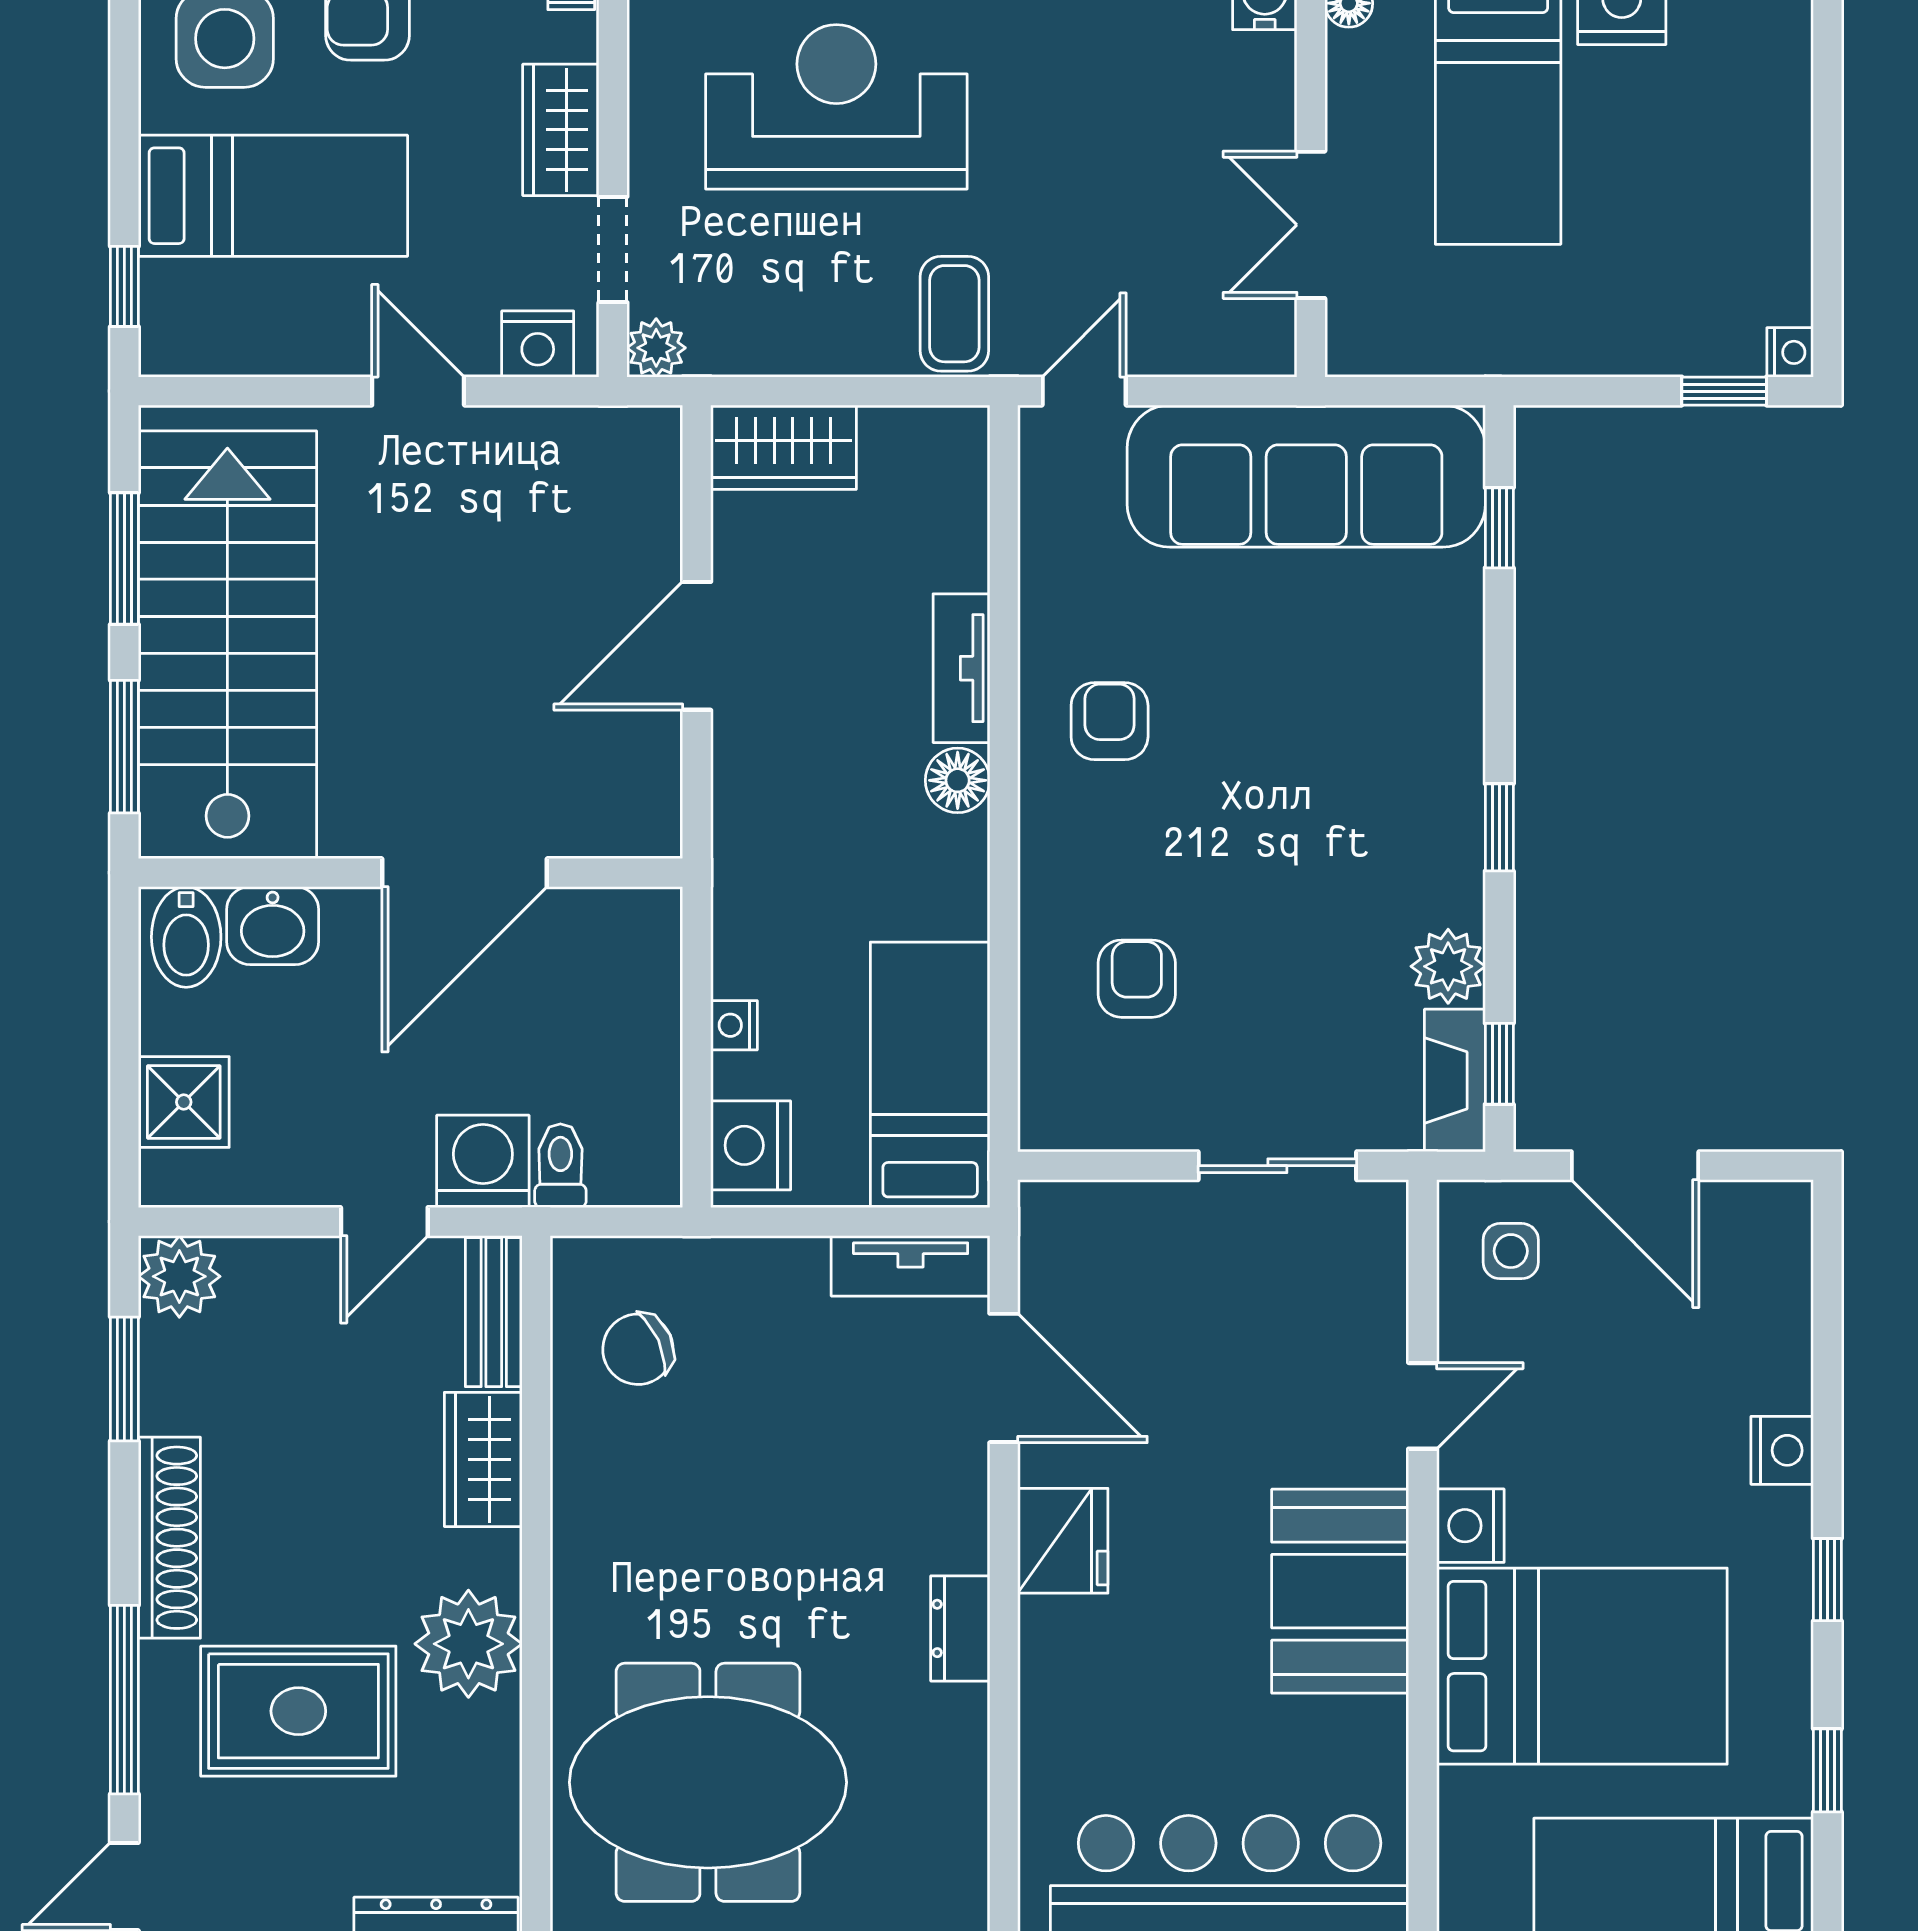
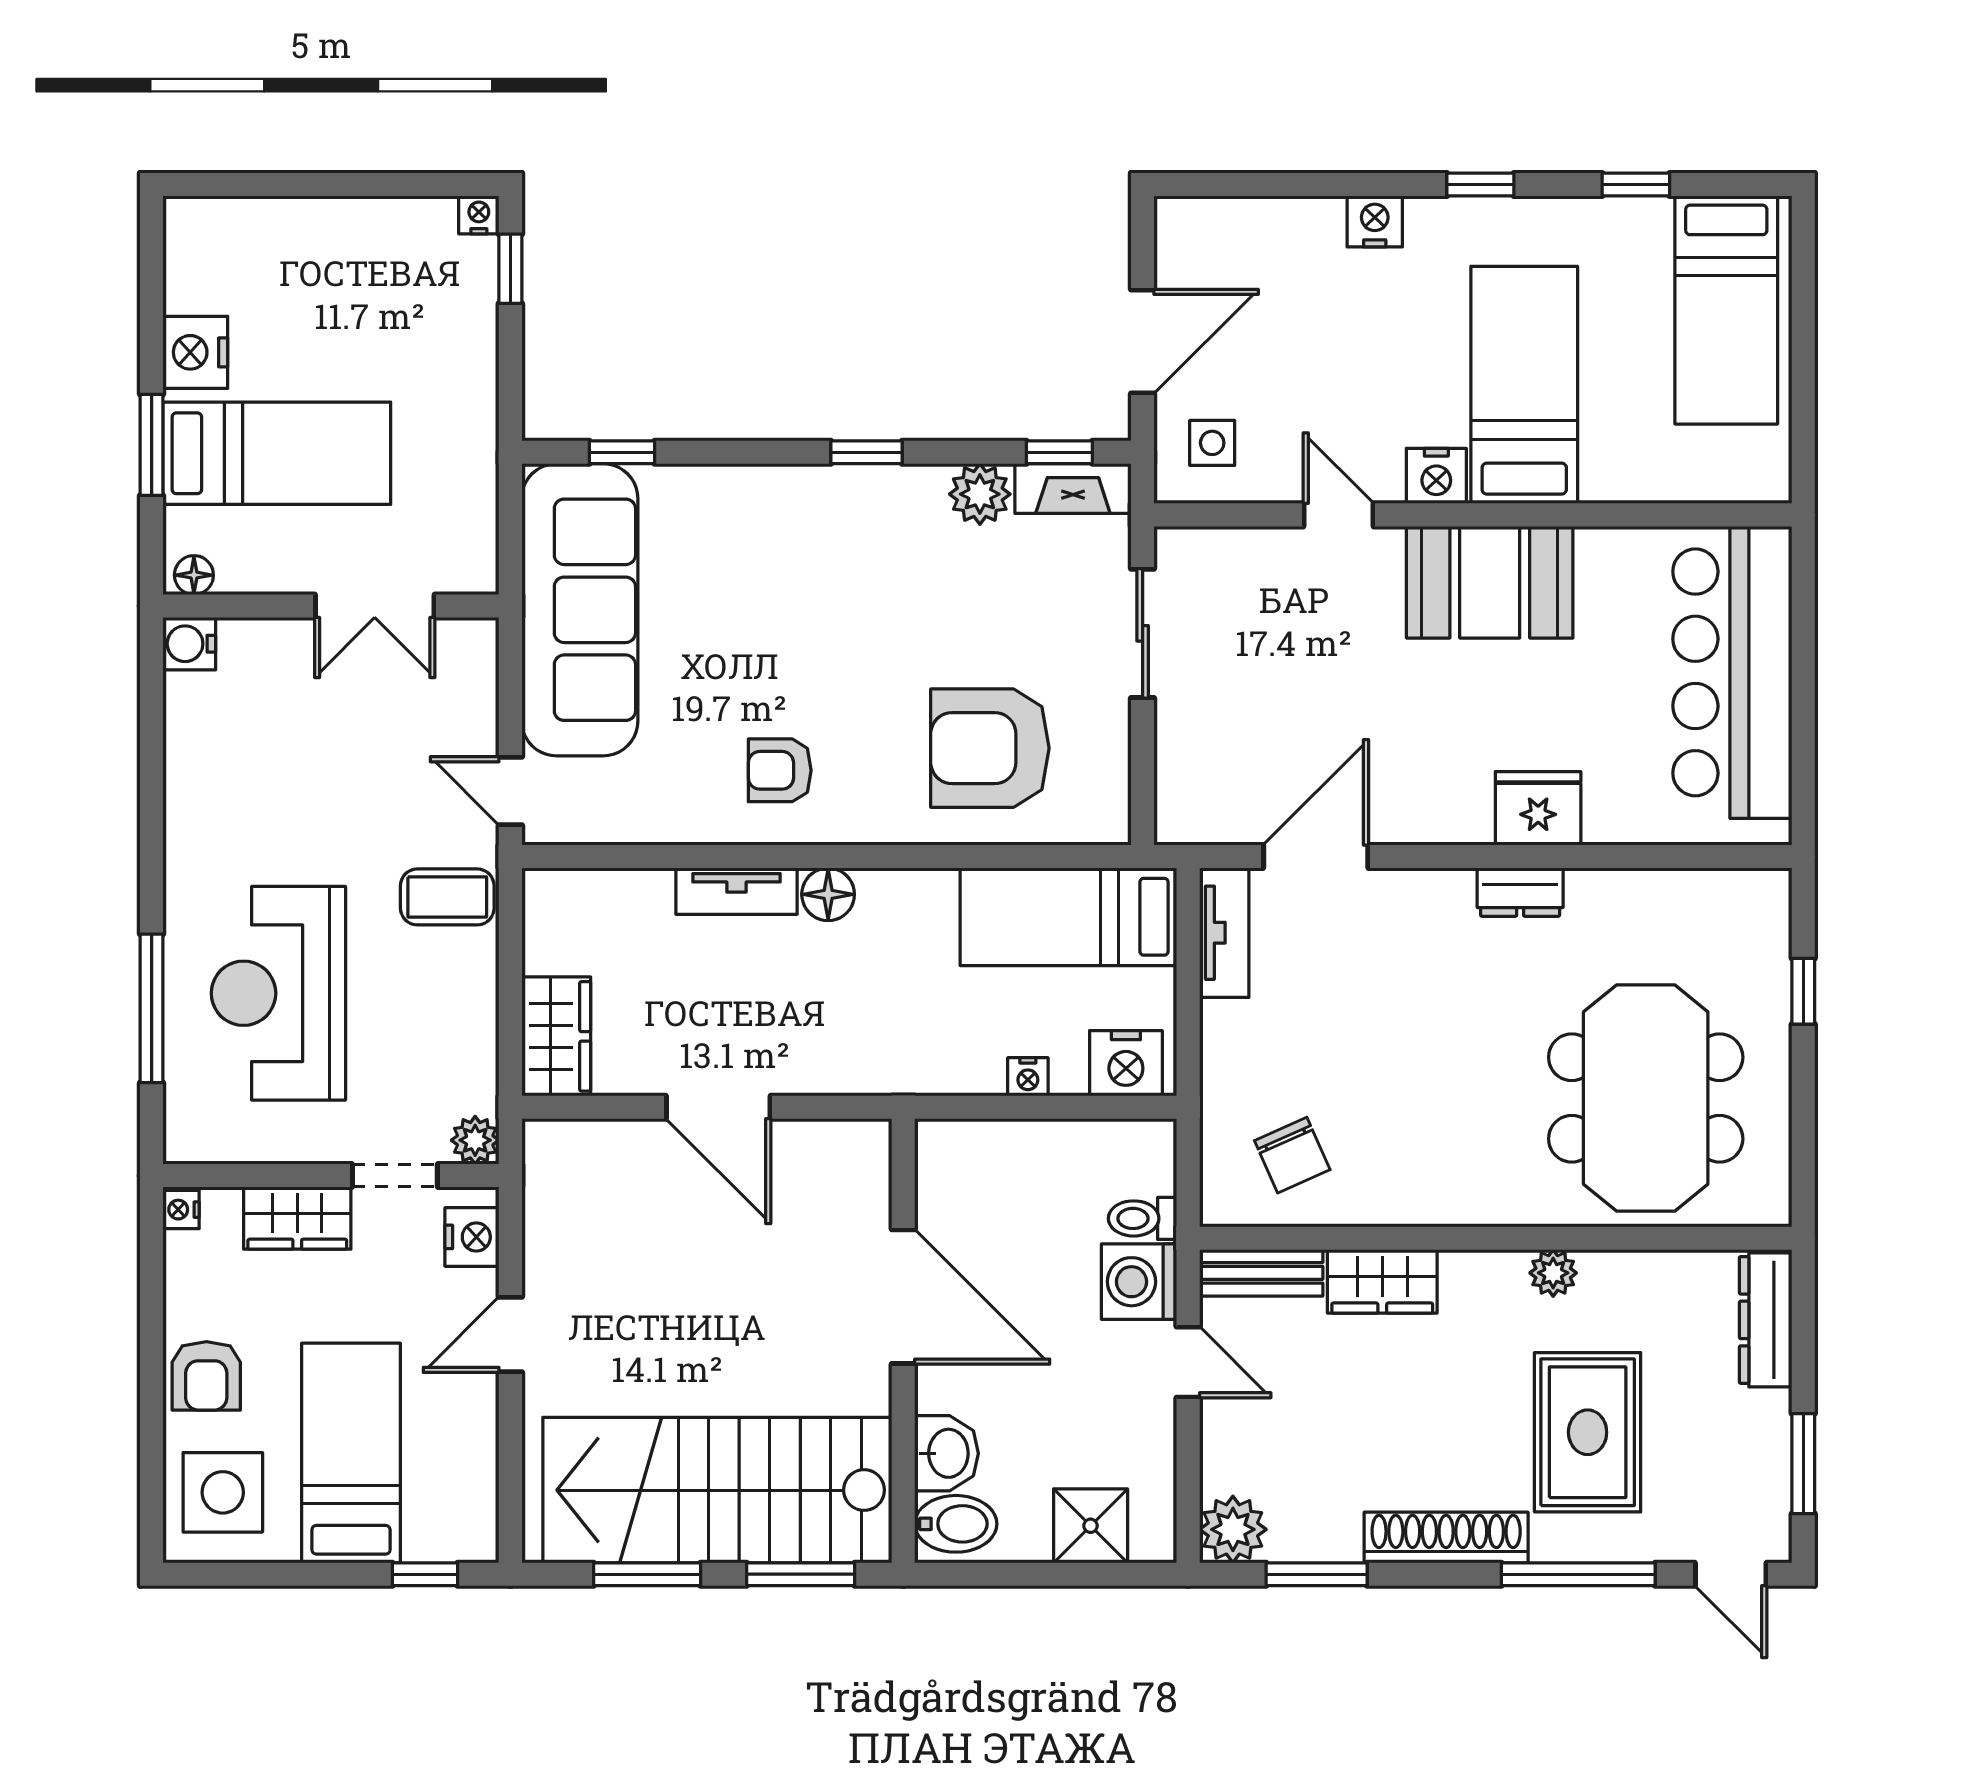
armchair: (1137, 979) -> (990, 748), width x1.88, depth x1.88
fridge: (1063, 1541) -> (1538, 808), moved
plant: (468, 1644) -> (1553, 1273), width x0.53, depth x0.53
bed: (1582, 1666) -> (1524, 385), width x0.67

